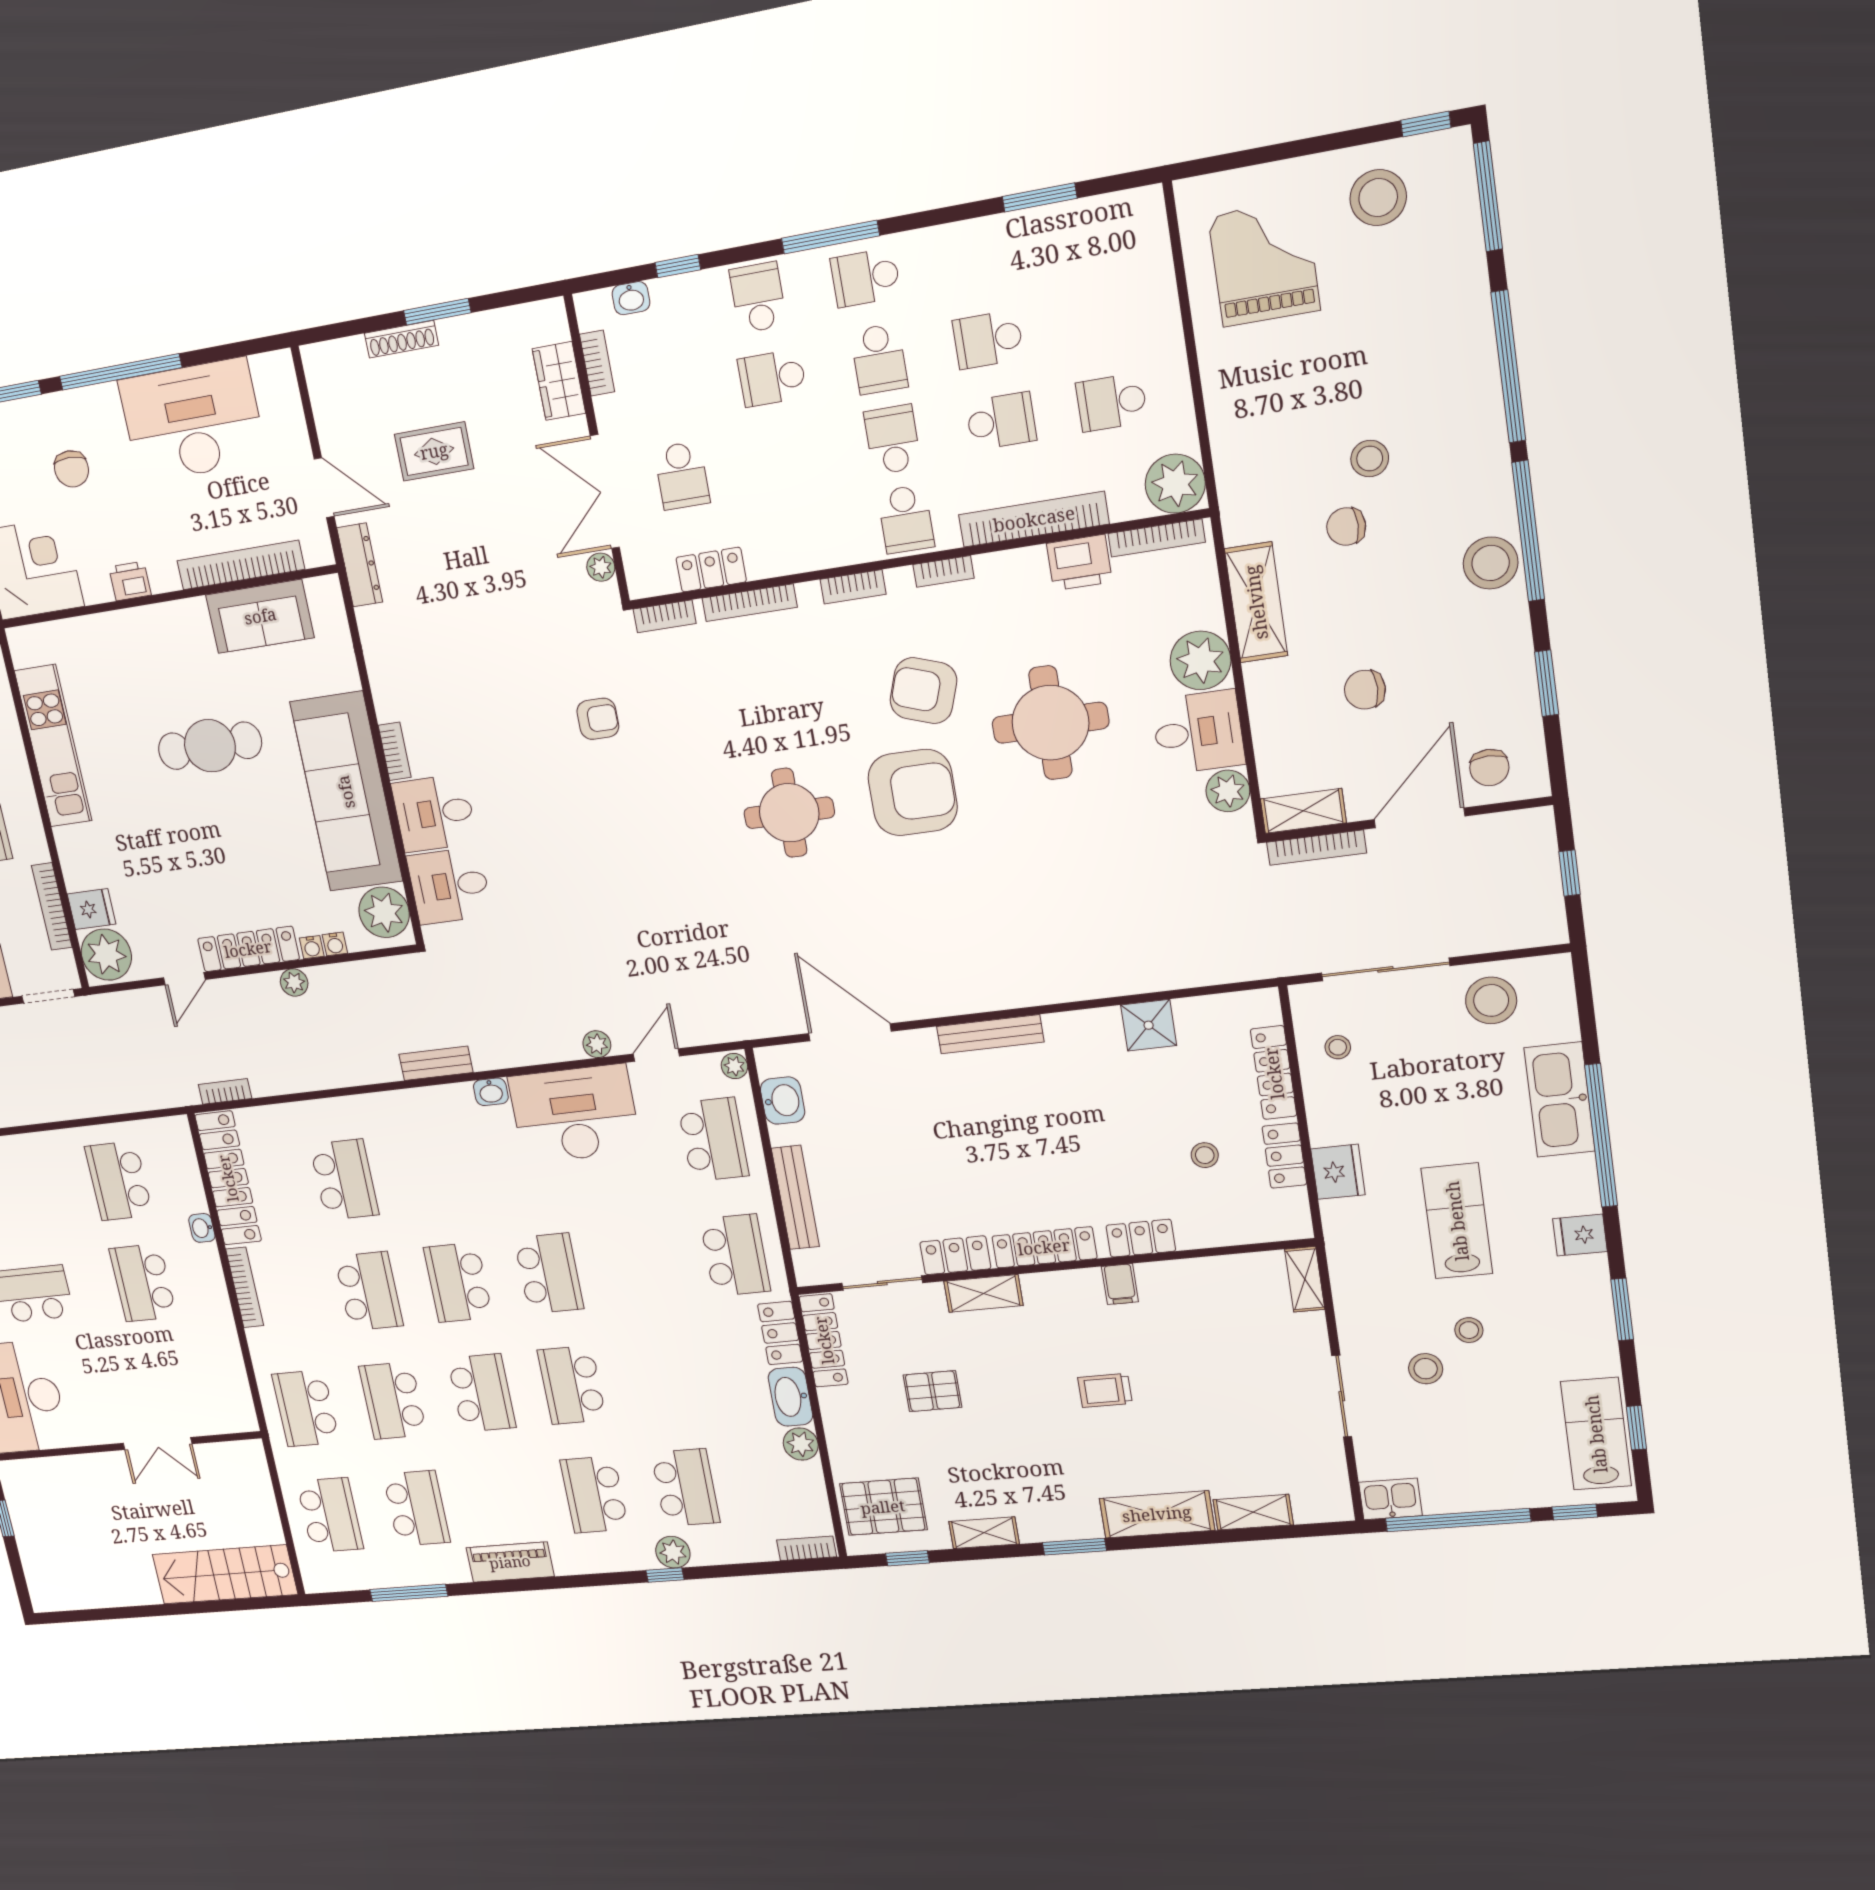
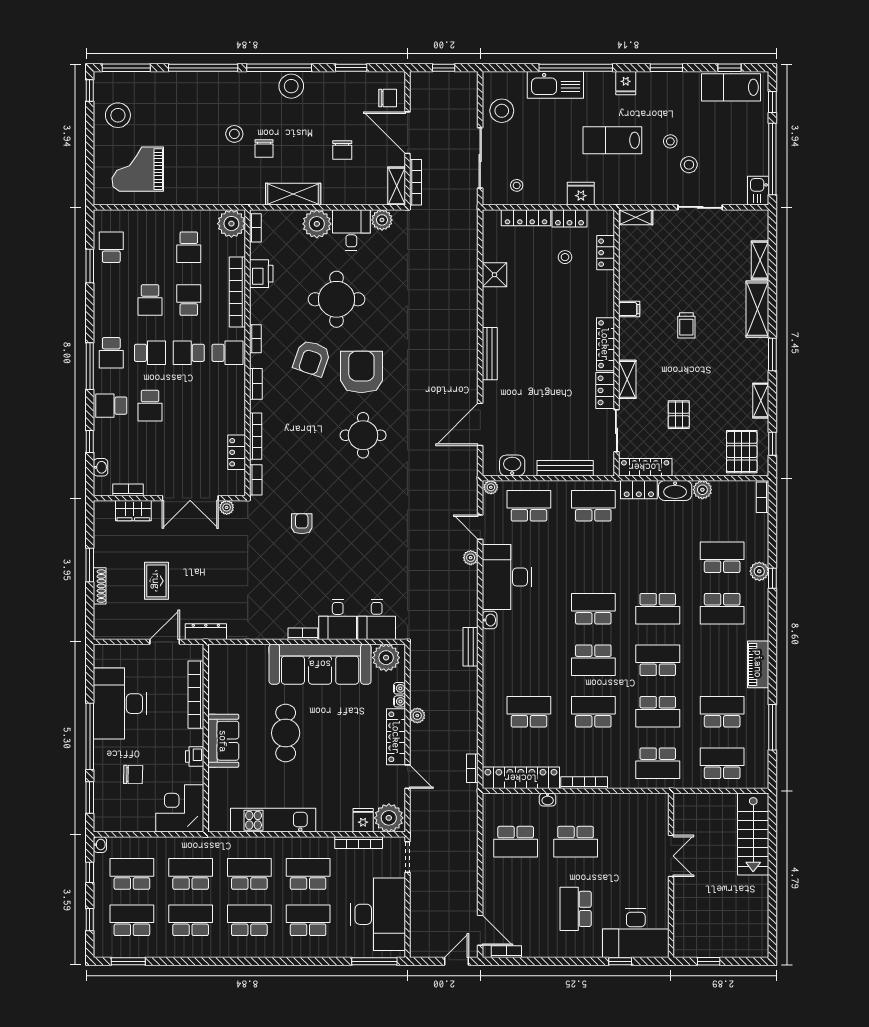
school desk: (682, 476) -> (111, 247), moved, turned -90
bookcase: (1157, 538) -> (255, 228), width x0.64
sofa: (260, 616) -> (223, 741), moved
locker: (1141, 1238) -> (606, 253), moved

